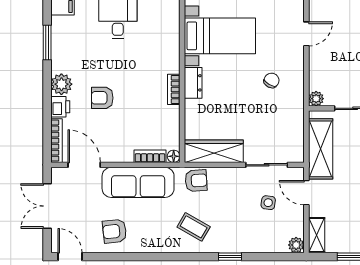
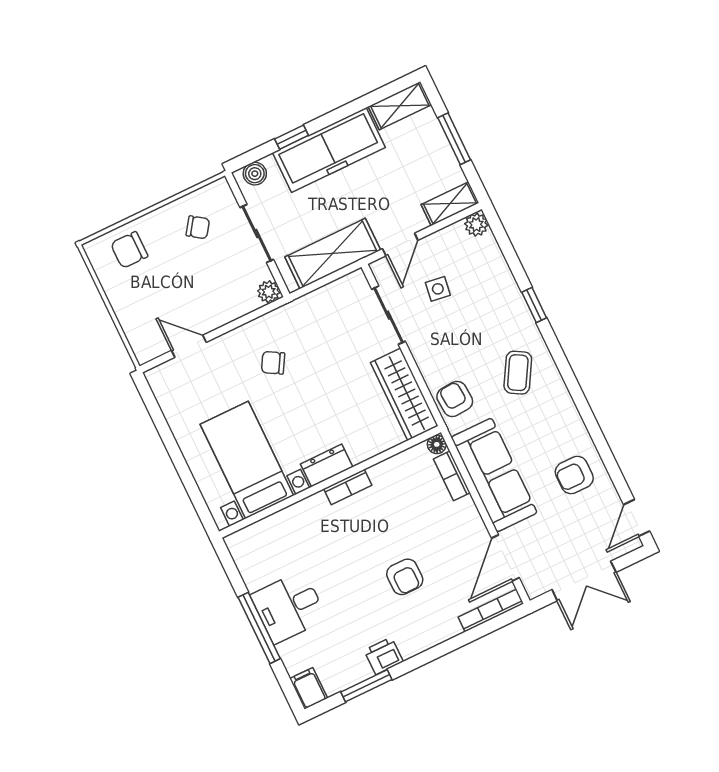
plant: (61, 84) -> (413, 640), removed
printer: (60, 107) -> (384, 656), moved
armchair: (115, 231) -> (574, 475), turned 96

